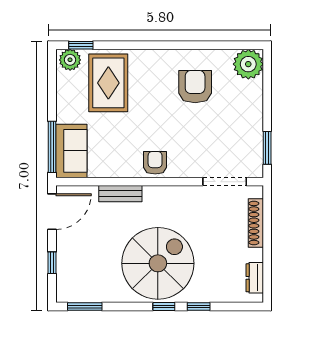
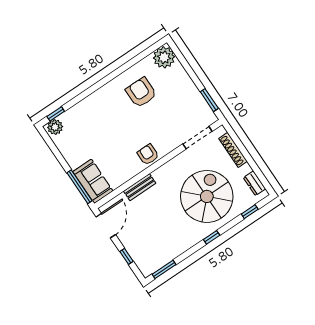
rug: (108, 83) -> (87, 125), removed
spiral stairs: (158, 263) -> (207, 196), moved
window: (199, 306) -> (250, 212), moved

